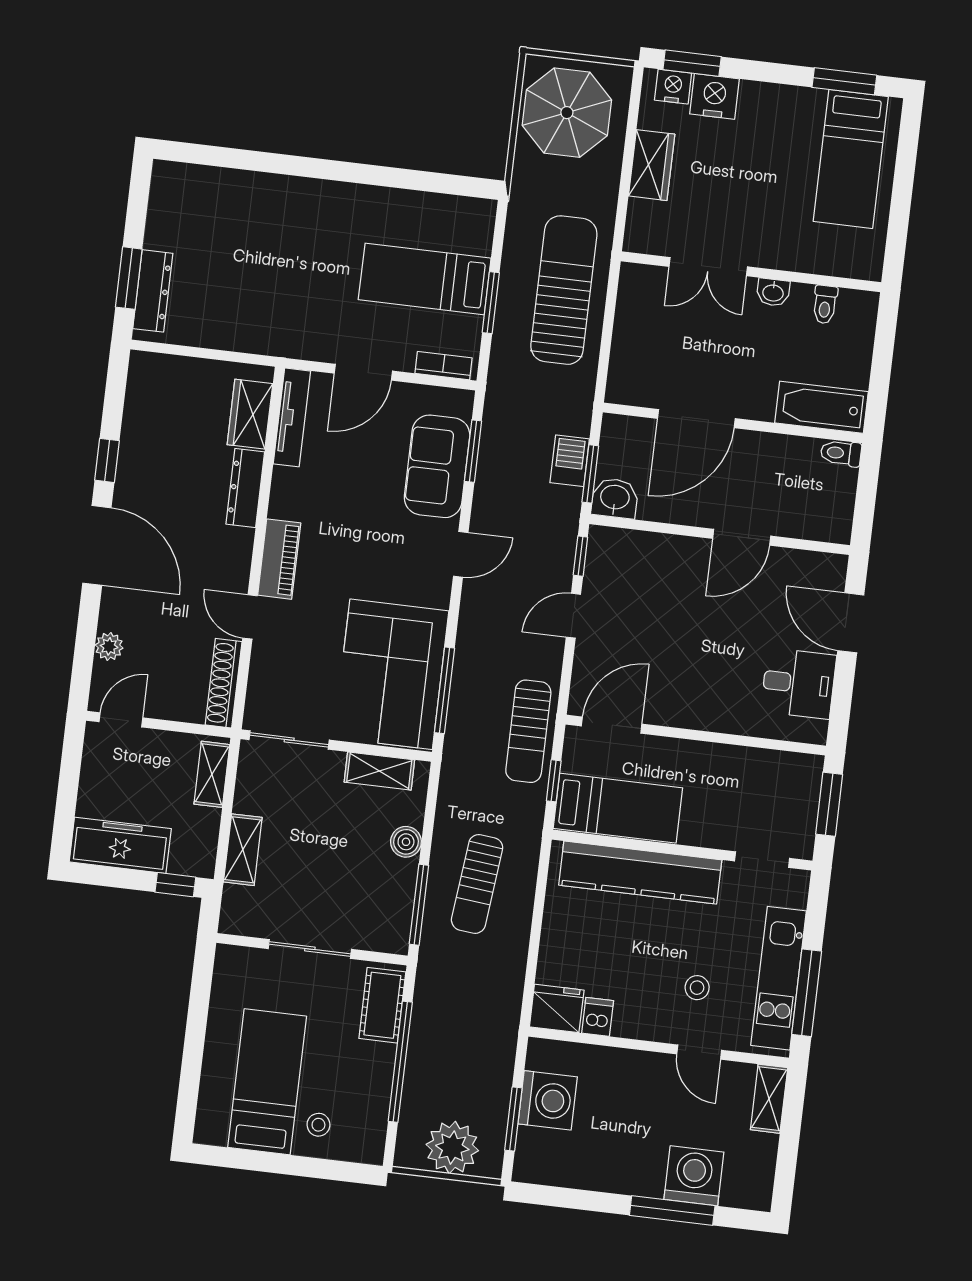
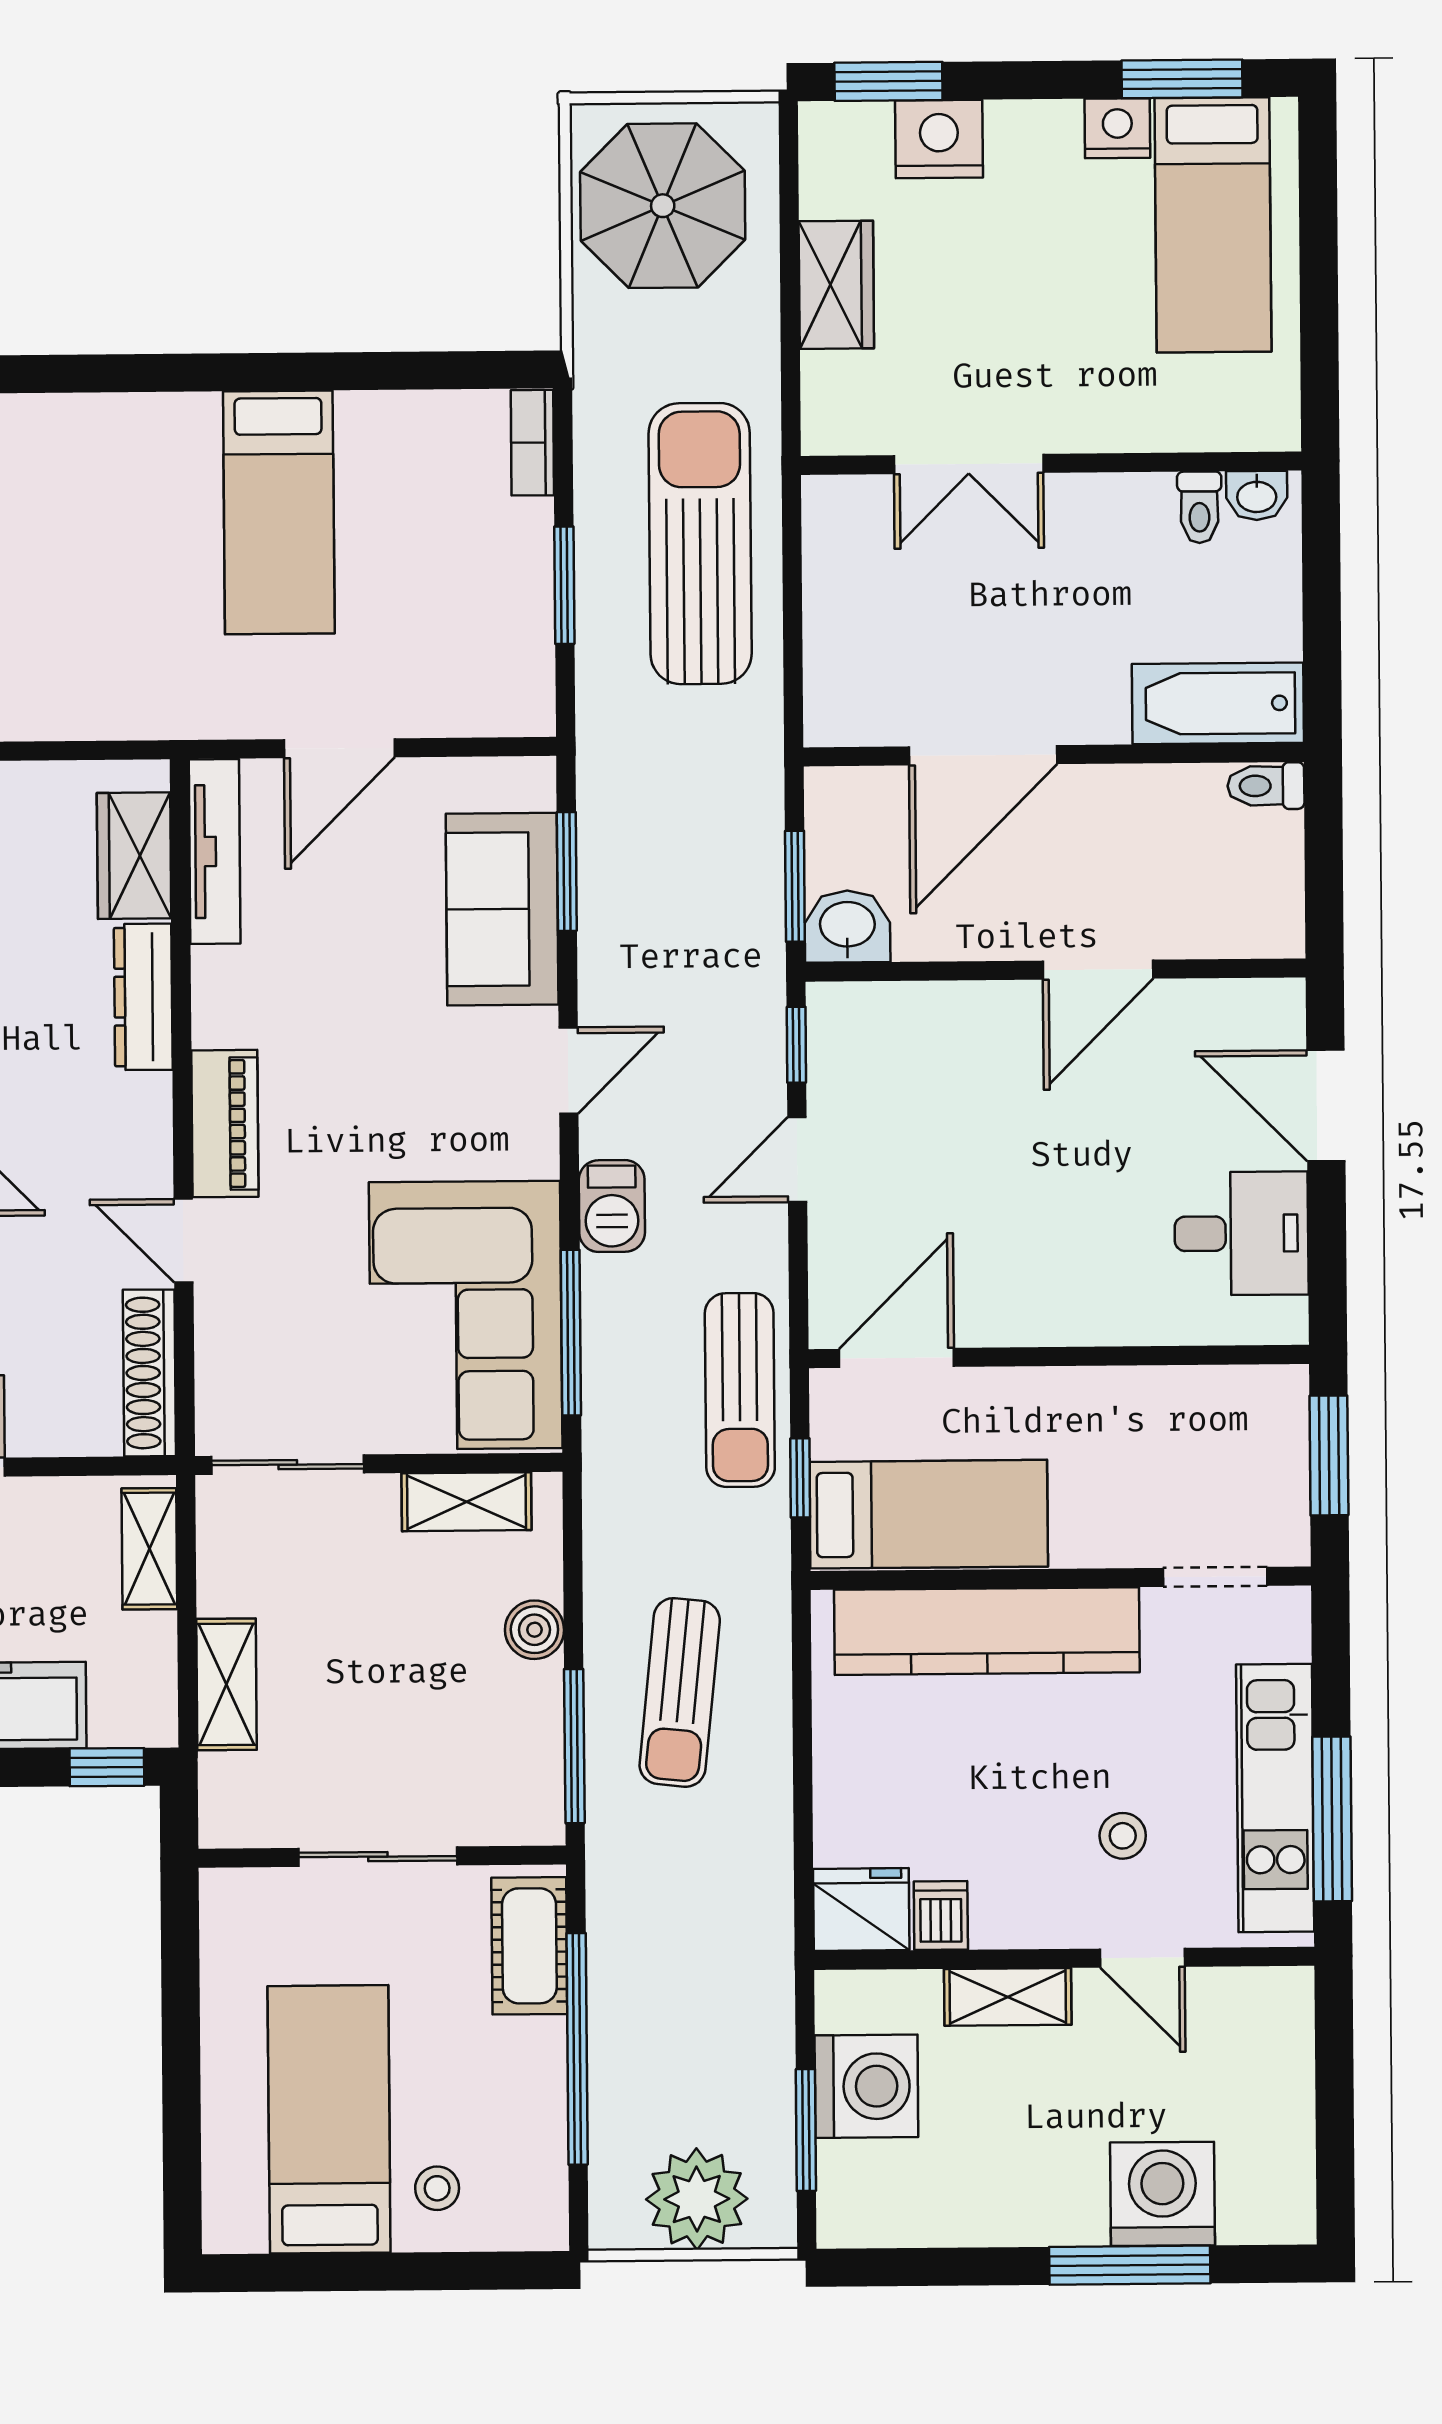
nightstand: (673, 87) -> (1117, 128), moved
bed: (425, 279) -> (279, 512), moved, turned -90
washbasin: (773, 292) -> (1257, 496), moved
bookcase: (443, 366) -> (532, 443), moved, turned -90
barbecue: (570, 461) -> (612, 1206), moved, turned 180
shelving: (769, 1099) -> (1008, 1997), moved, turned 90

